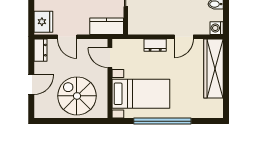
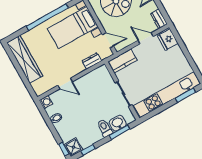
door: (184, 37) -> (65, 84), swing flipped
dresser: (155, 45) -> (92, 61), moved
wardrobe: (213, 68) -> (25, 59), moved

